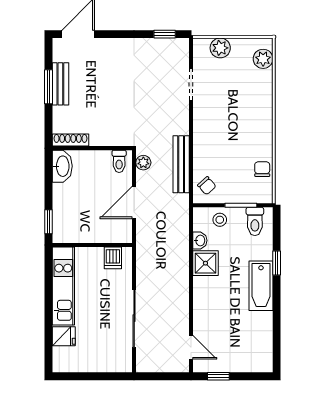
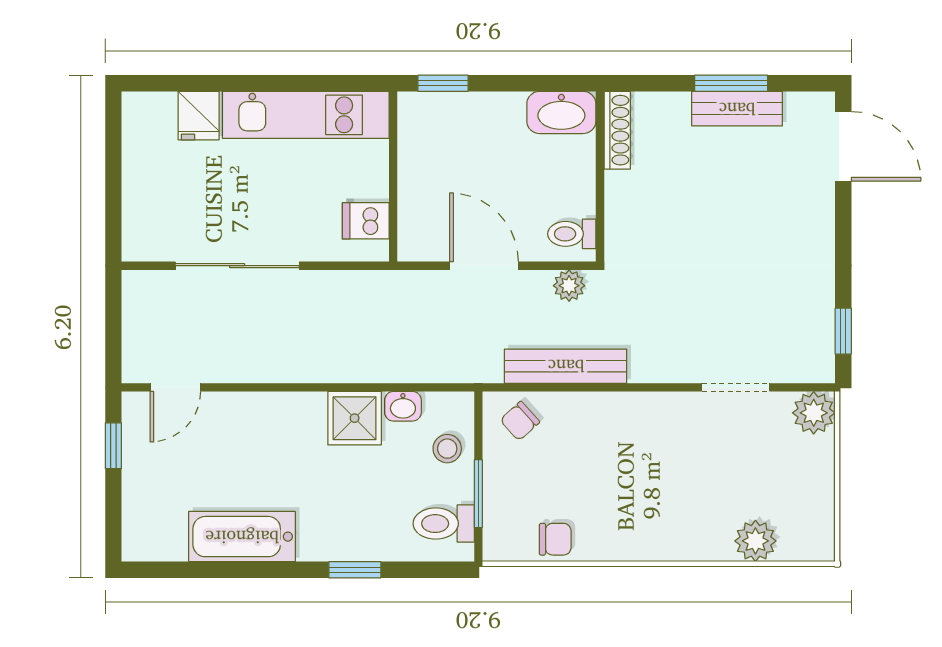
plant: (220, 48) -> (814, 413), moved
plant: (263, 59) -> (755, 541), moved
bathtub: (261, 286) -> (242, 537), moved

